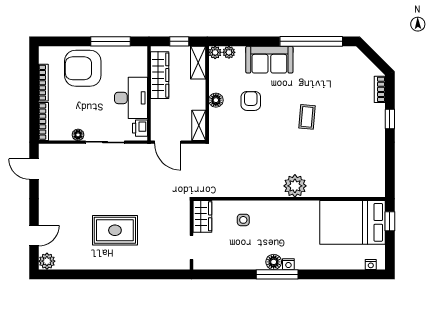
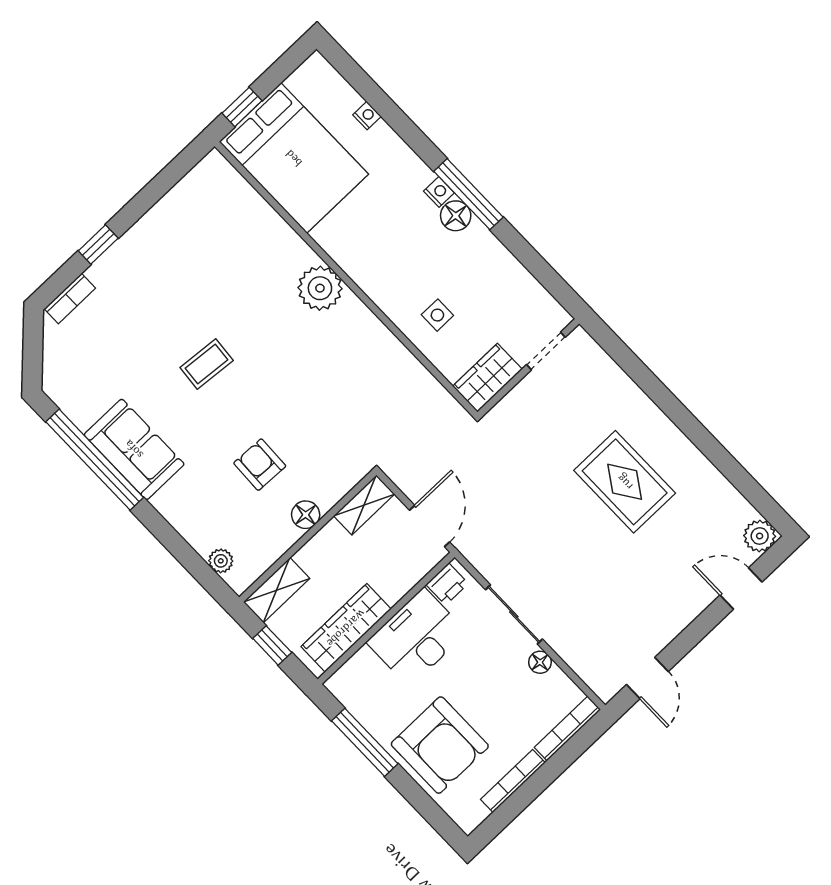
plant: (215, 52) -> (239, 580), removed
sofa: (269, 60) -> (134, 449), moved
armchair: (251, 101) -> (260, 465), turned 92
nightstand: (371, 265) -> (367, 116), moved

